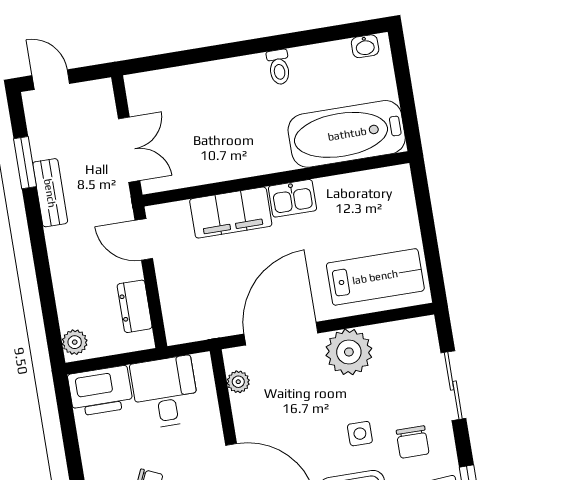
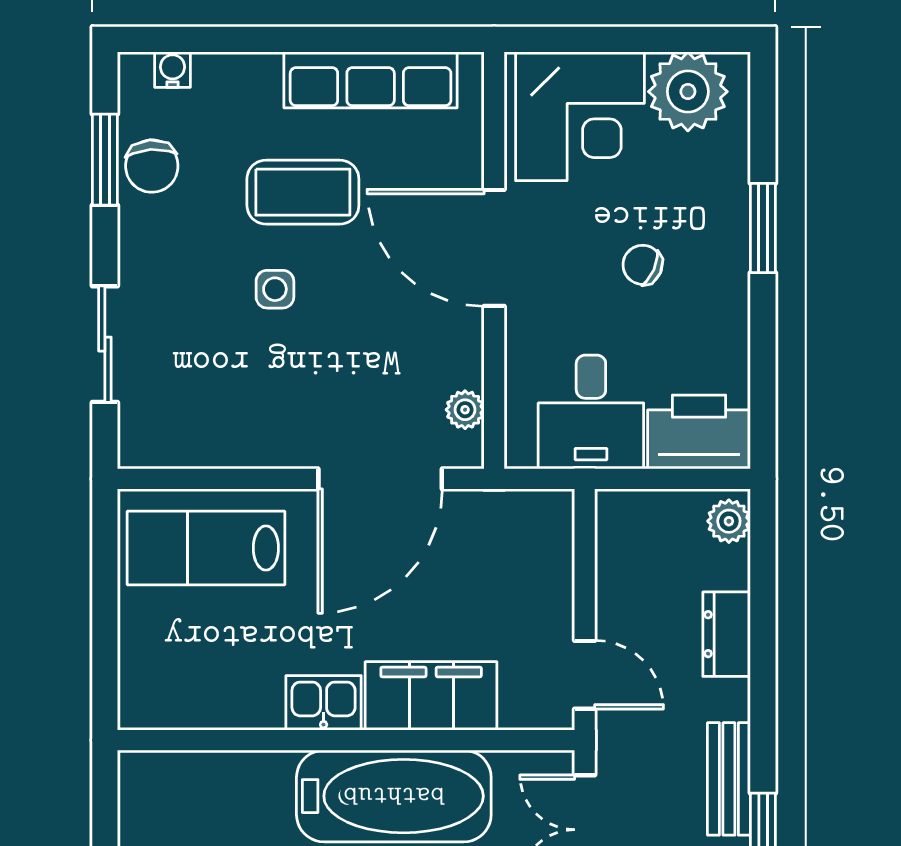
bathtub: (347, 134) -> (394, 796), moved
dresser: (135, 306) -> (727, 634), moved, turned 180
plant: (349, 352) -> (271, 429), removed
chair: (413, 442) -> (189, 260), removed

